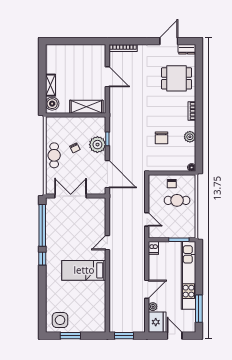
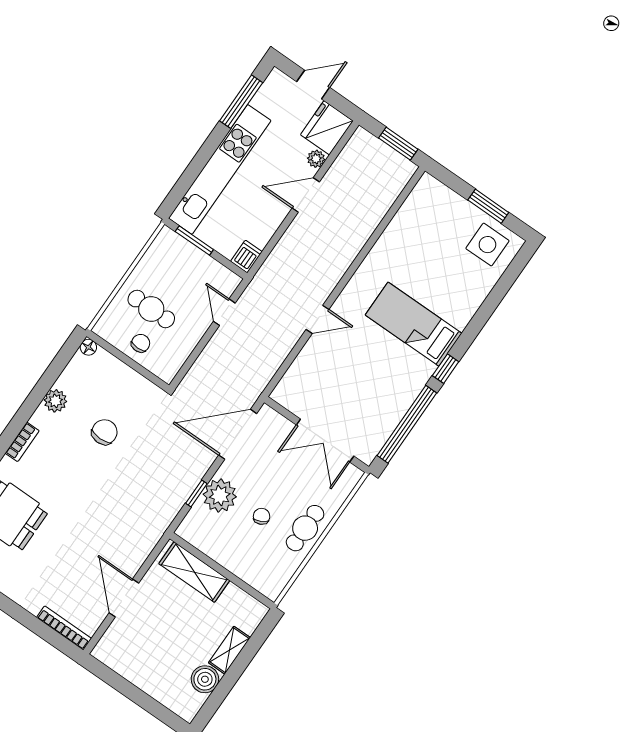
boiler: (52, 104) -> (205, 679), moved
door: (107, 174) -> (238, 434), hinge flipped
bed: (84, 270) -> (414, 324), moved, turned 180
door: (175, 336) -> (313, 85), swing flipped

